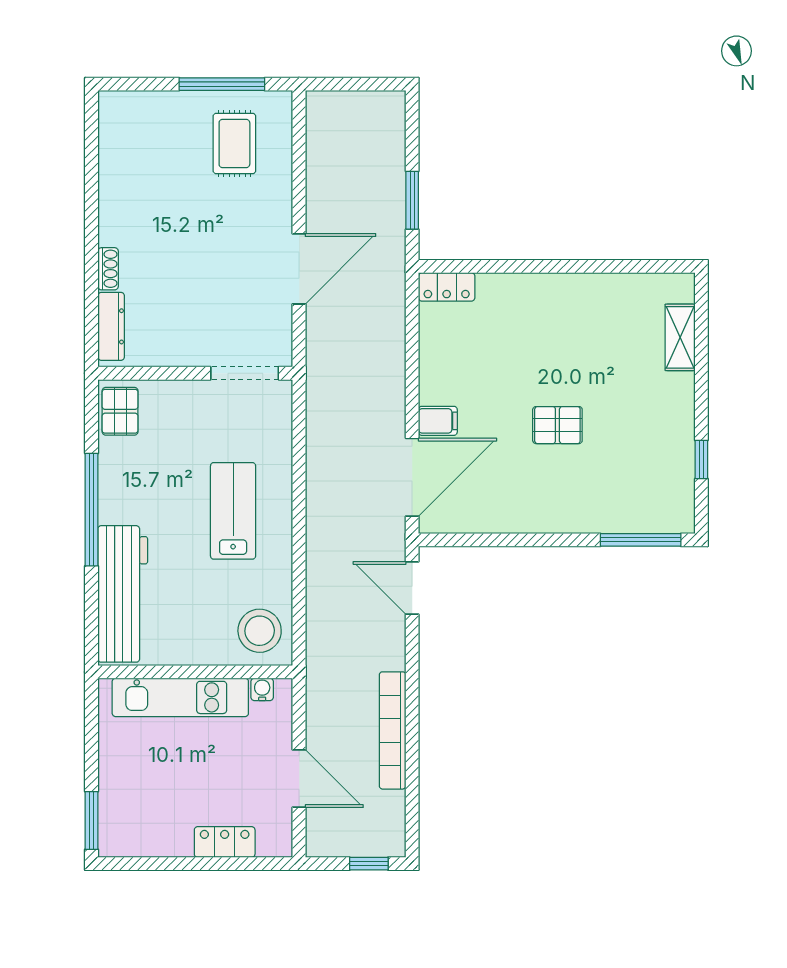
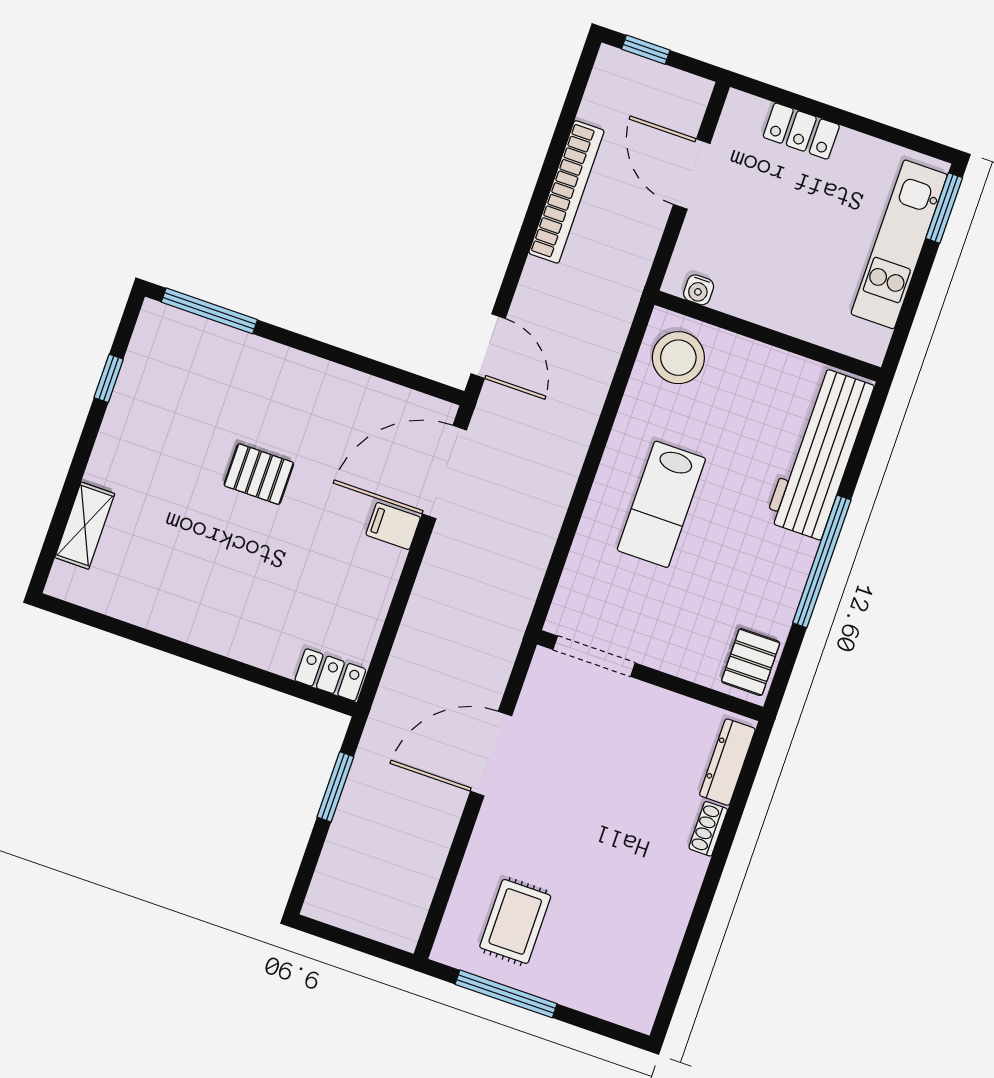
kitchen unit: (180, 697) -> (899, 244), moved, turned -90

